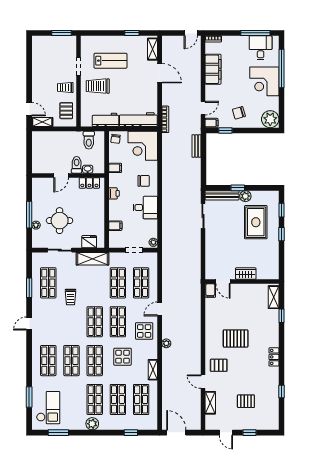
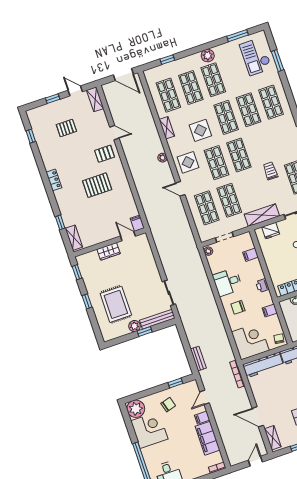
door: (191, 33) -> (255, 461), moved
corner desk: (264, 81) -> (149, 430), moved
filing cabinet: (212, 123) -> (202, 418), moved
window: (282, 210) -> (77, 272), moved
door: (160, 309) -> (180, 189), swing flipped
window: (282, 391) -> (31, 136), moved
shelving: (210, 403) -> (95, 99), moved

